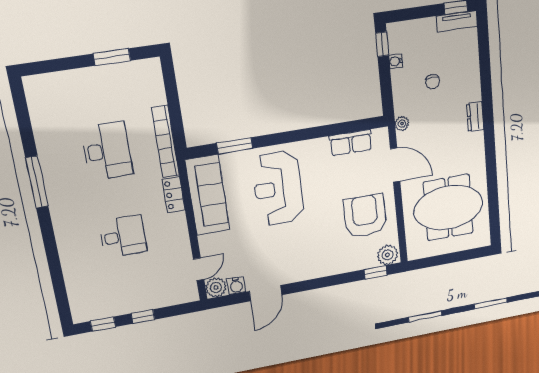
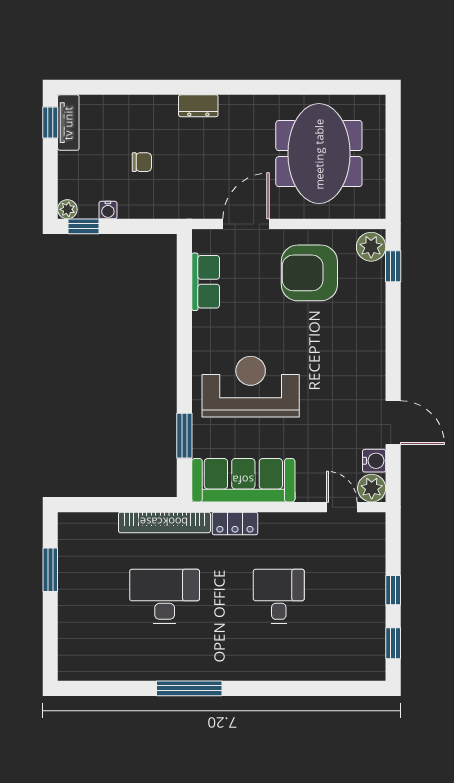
plant: (402, 124) -> (67, 209), moved
reception desk: (278, 188) -> (251, 387), turned 180

